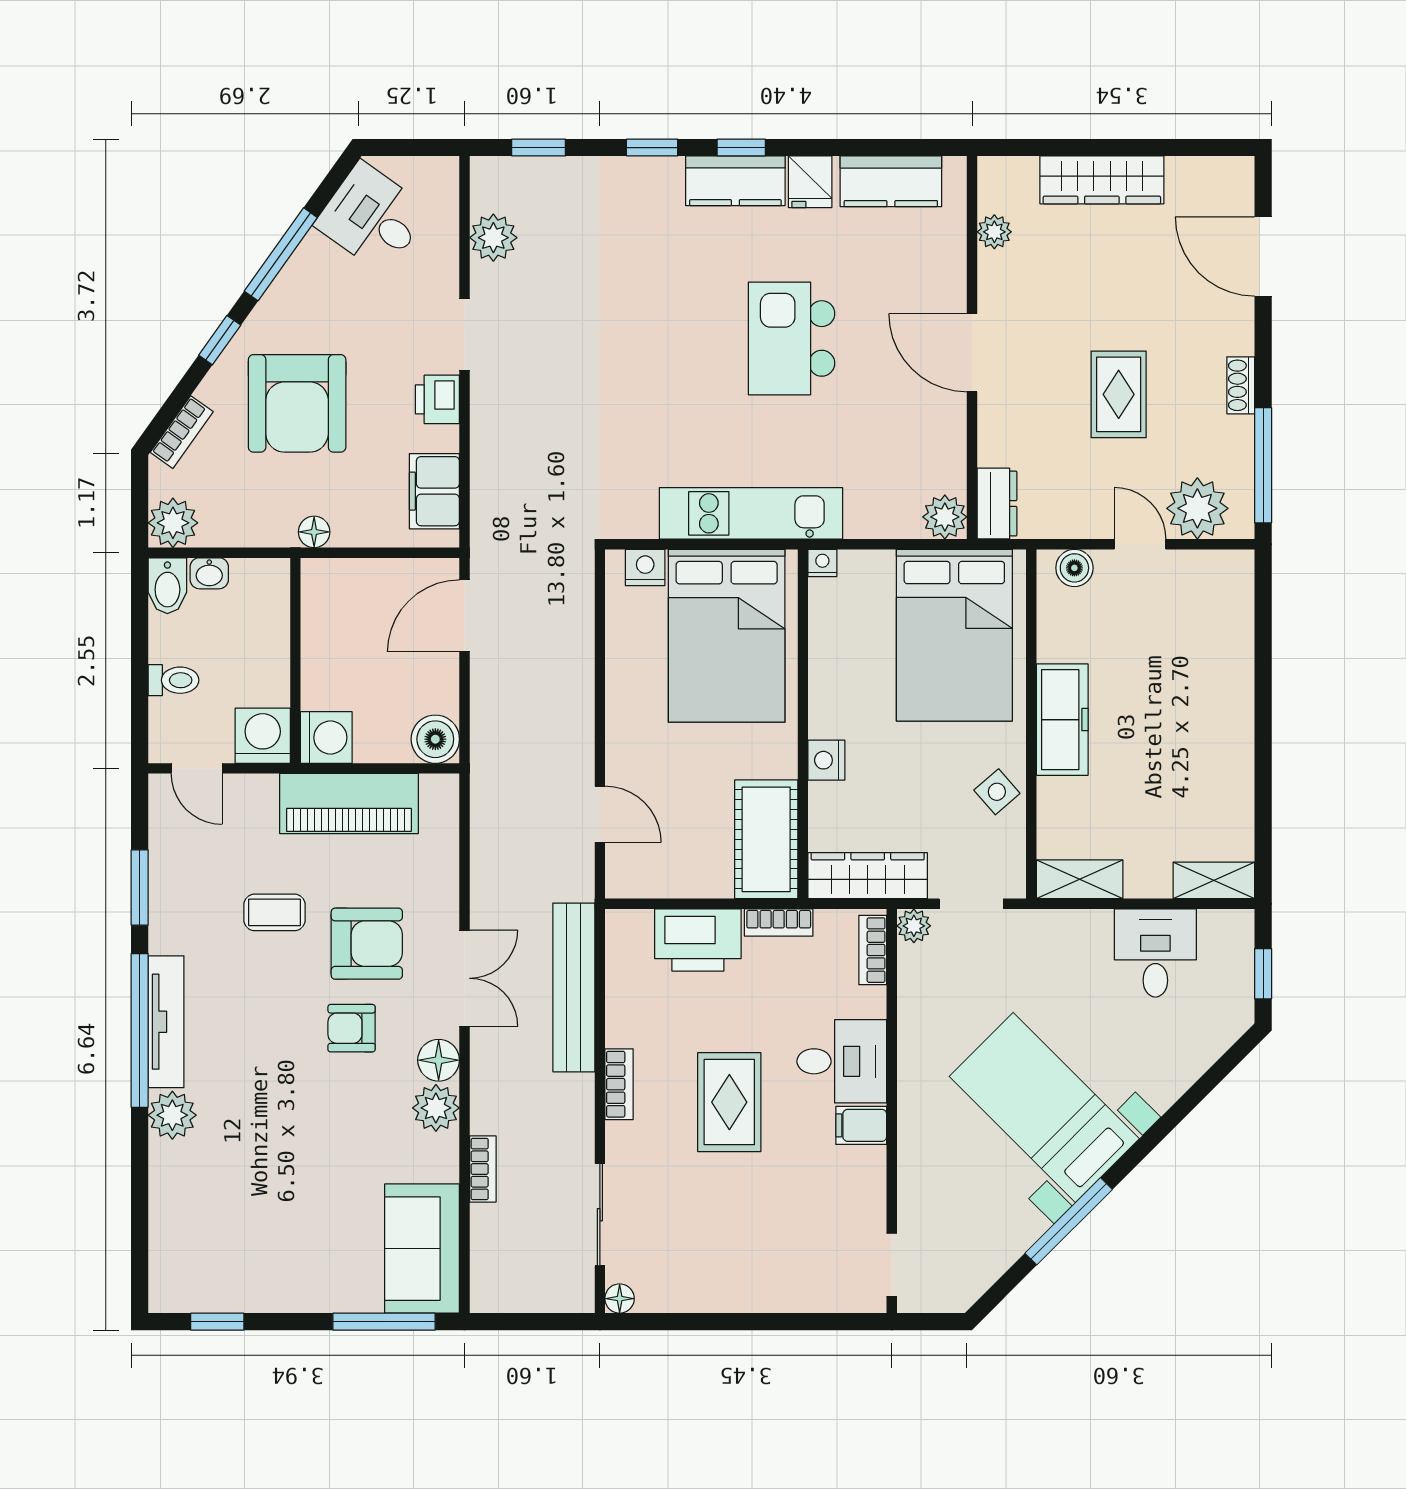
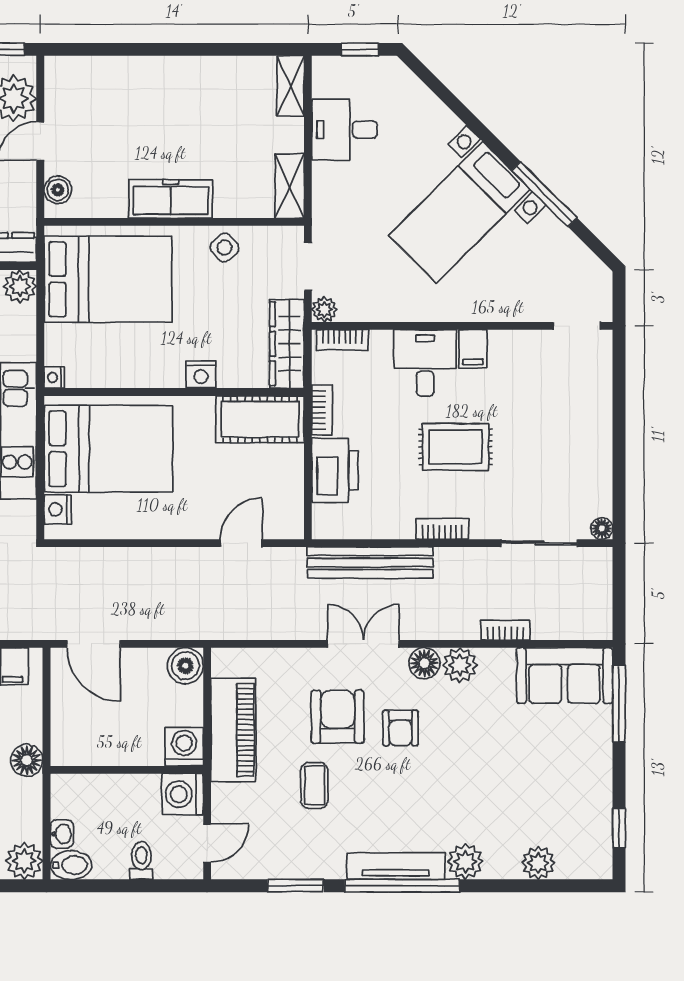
floor lamp: (314, 532) -> (27, 760), width x1.37, depth x1.37
plant: (170, 1213) -> (538, 863), added

